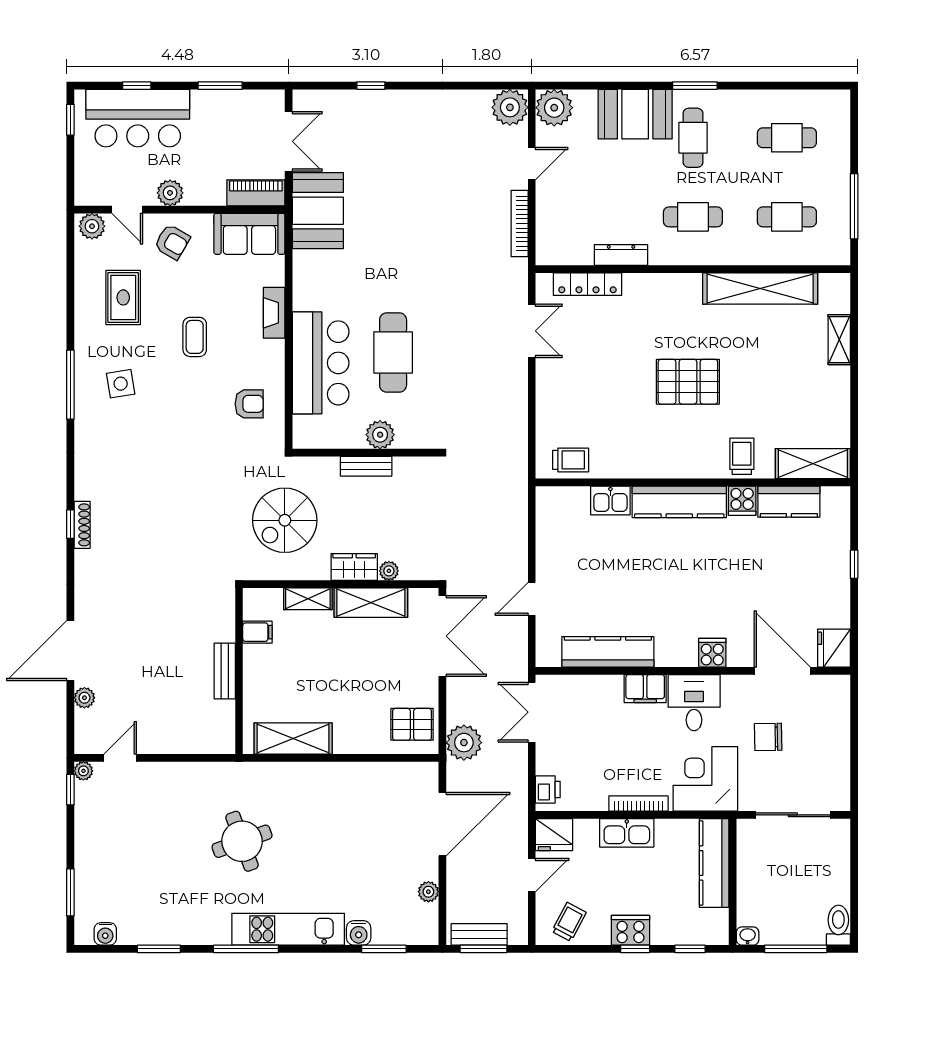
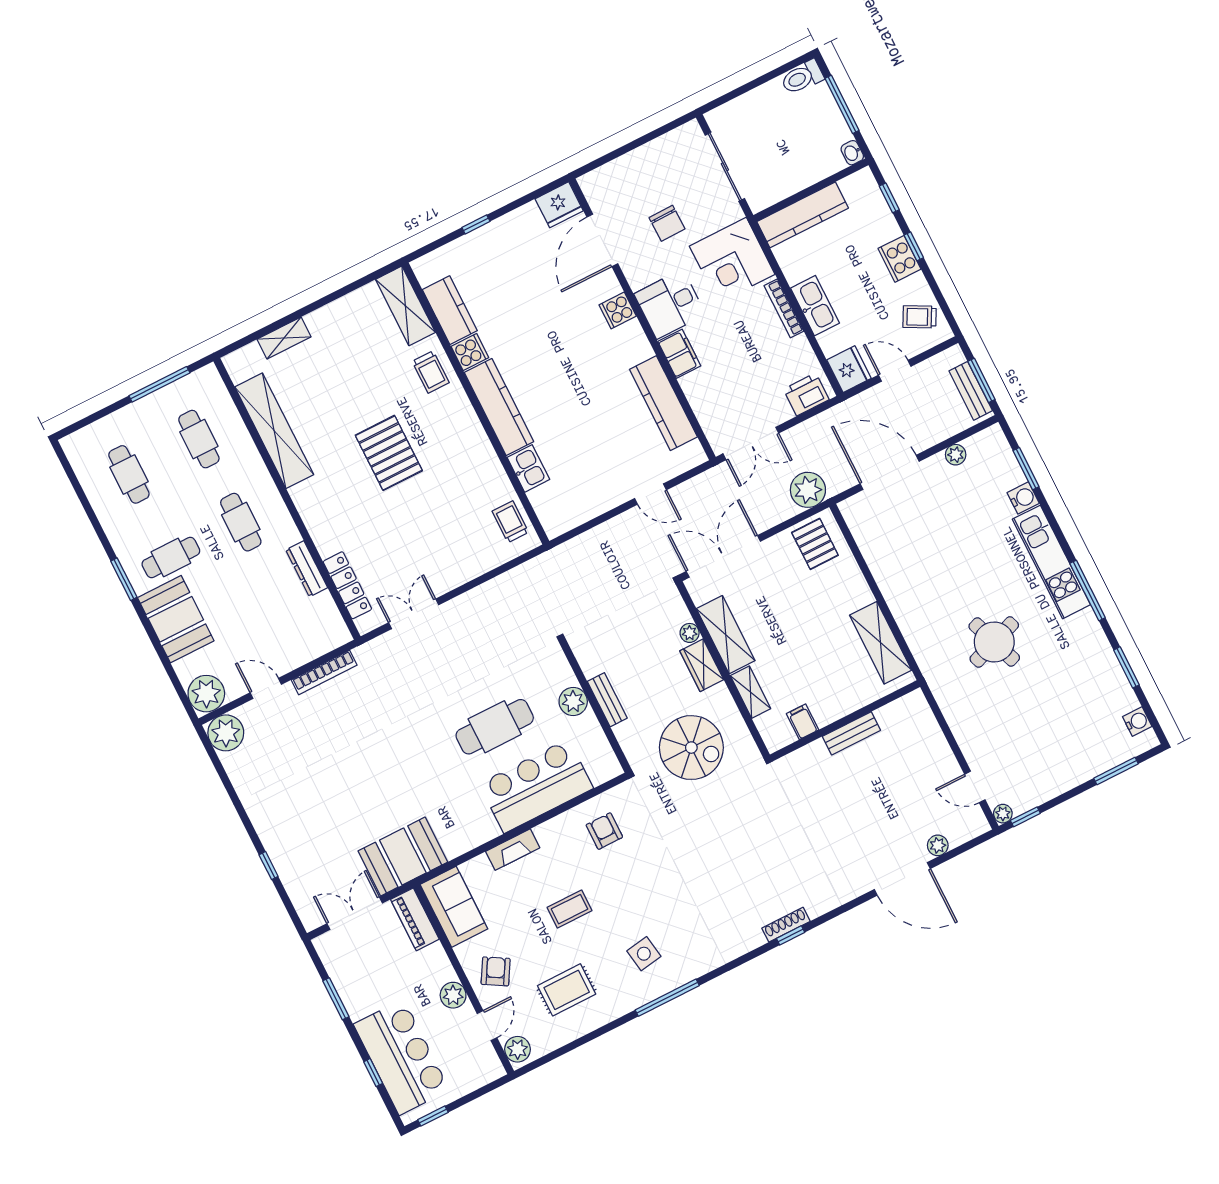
trolley: (742, 456) -> (431, 372), turned -90
printer: (548, 789) -> (806, 394), width x1.36, depth x1.24

